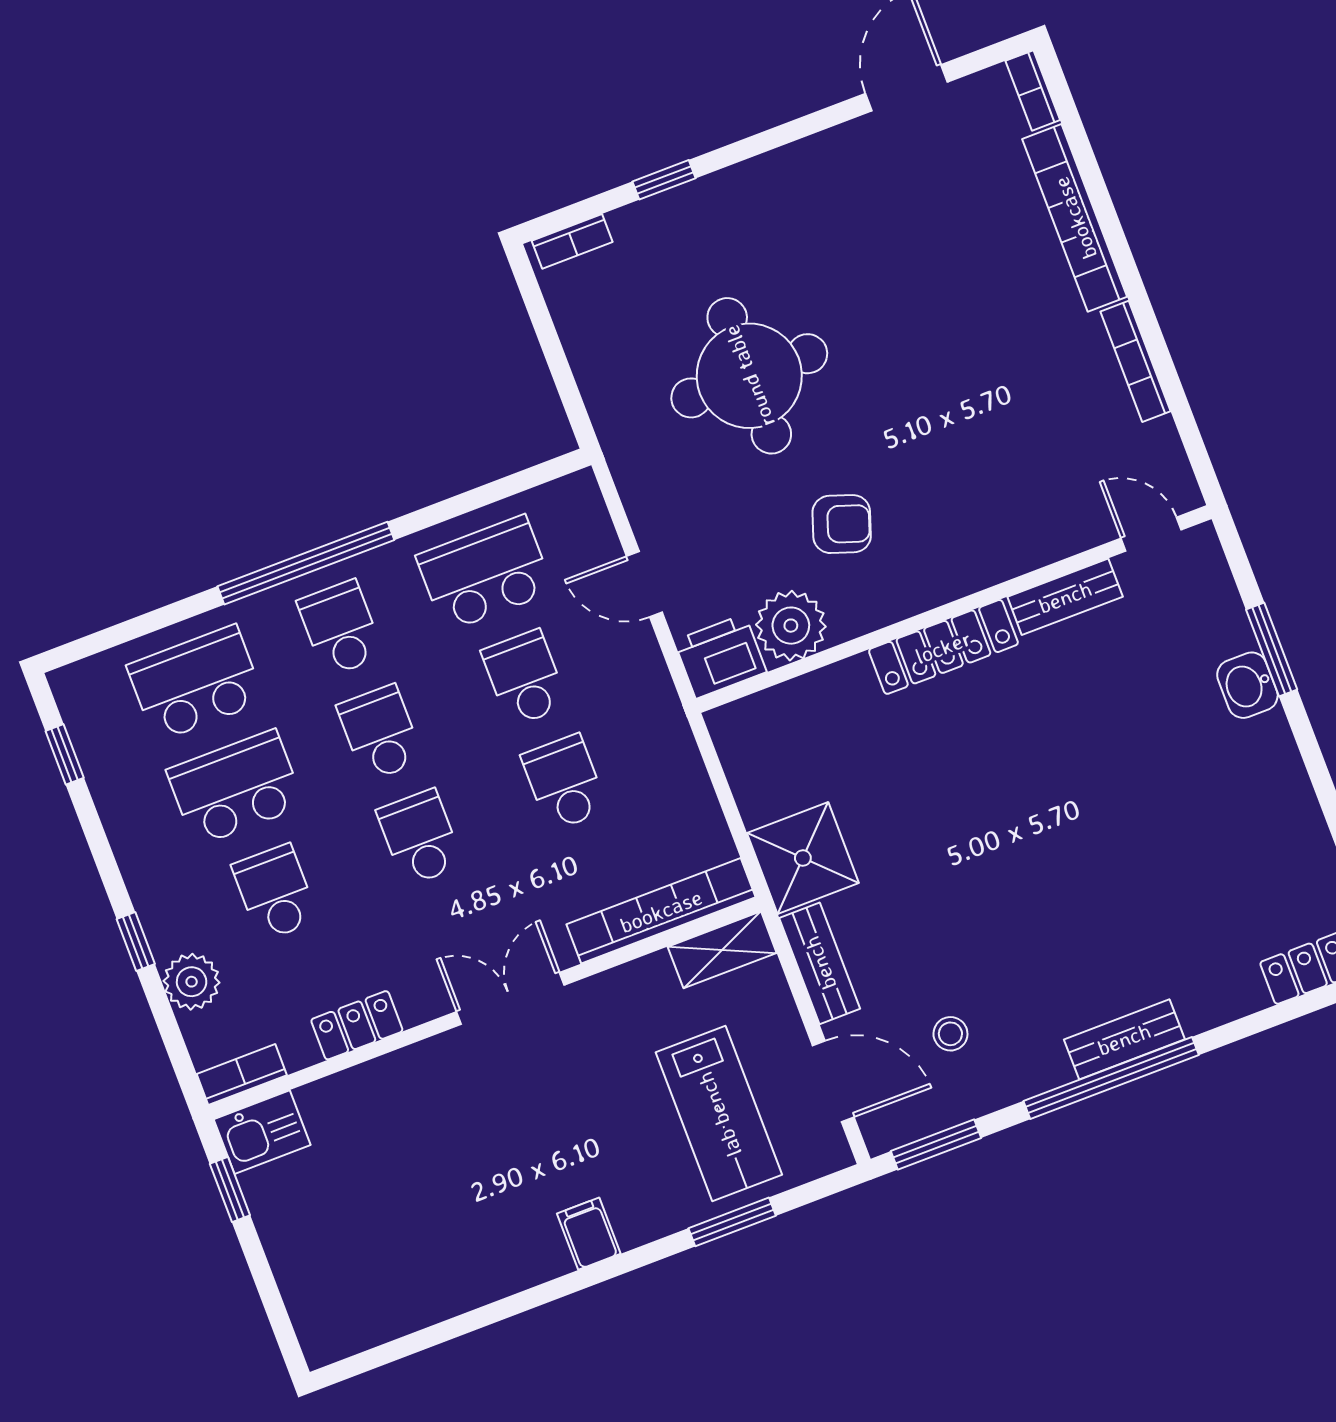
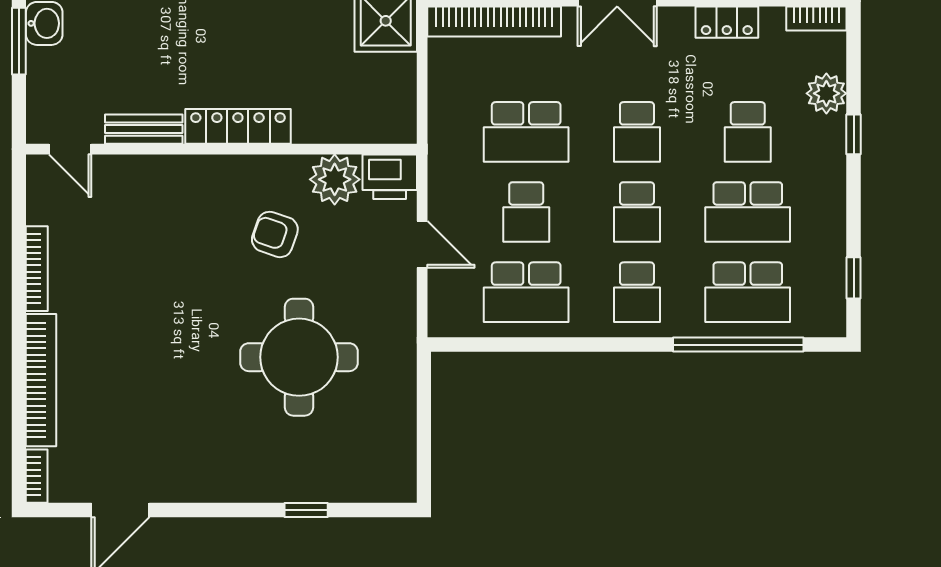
bookcase: (572, 241) -> (383, 492), removed
window: (306, 563) -> (738, 345), moved
school desk: (564, 783) -> (526, 132), width x1.85

